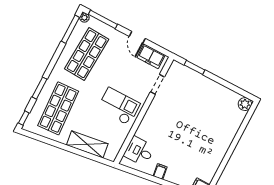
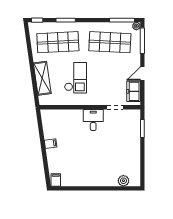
plant: (245, 104) -> (123, 181), moved
checkout: (119, 106) -> (76, 78), moved
desk: (139, 151) -> (93, 120), moved

